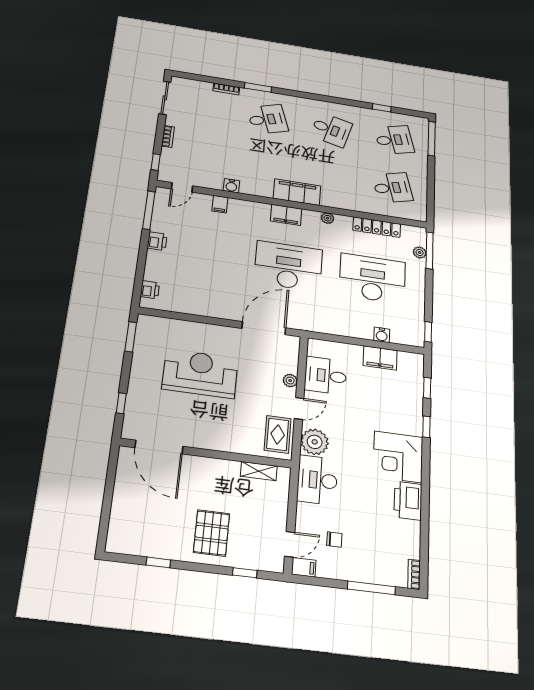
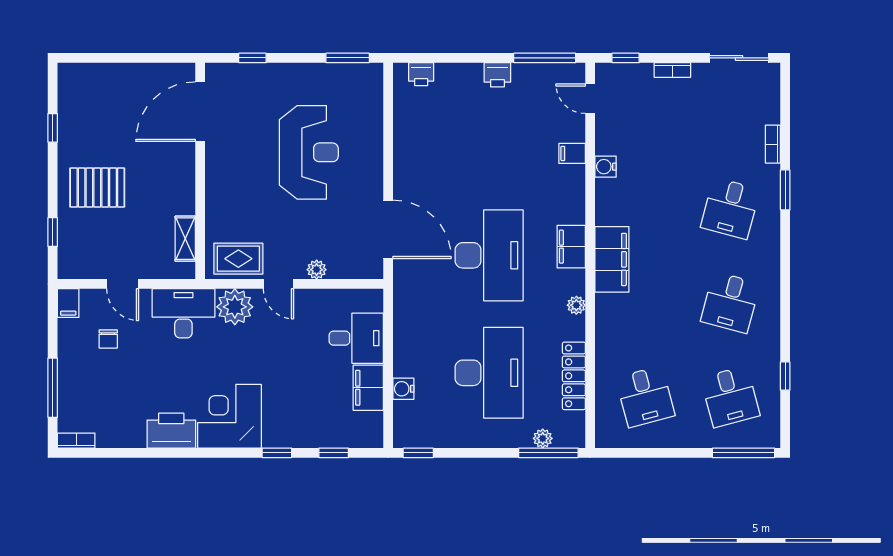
desk: (267, 119) -> (730, 208), turned 33
desk: (326, 376) -> (356, 338), moved, turned 90
door: (290, 544) -> (123, 284), moved

